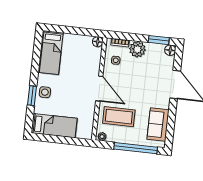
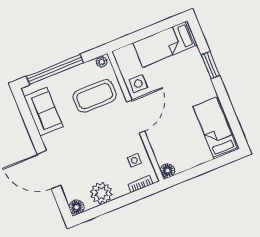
window: (159, 40) -> (97, 212), removed
plant: (137, 49) -> (101, 193), moved
door: (99, 89) -> (136, 116), swing flipped
side table: (45, 92) -> (138, 84), moved

